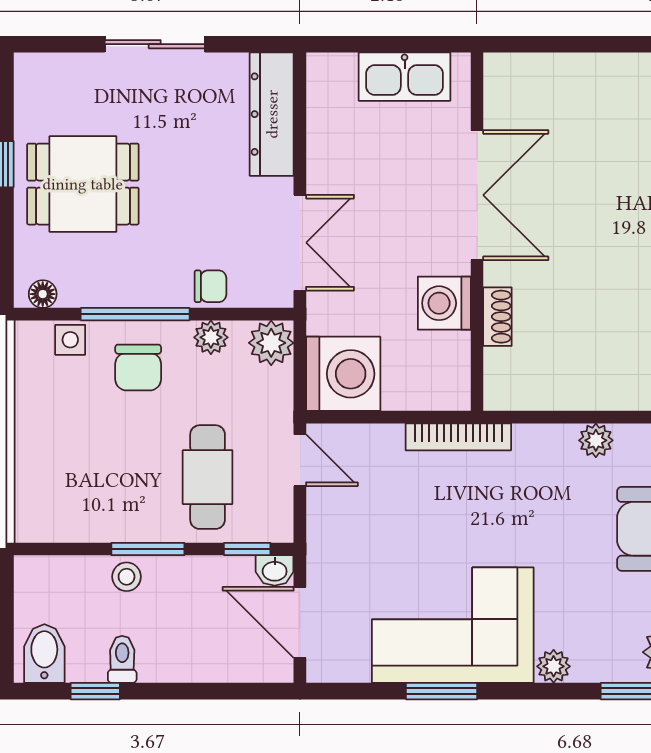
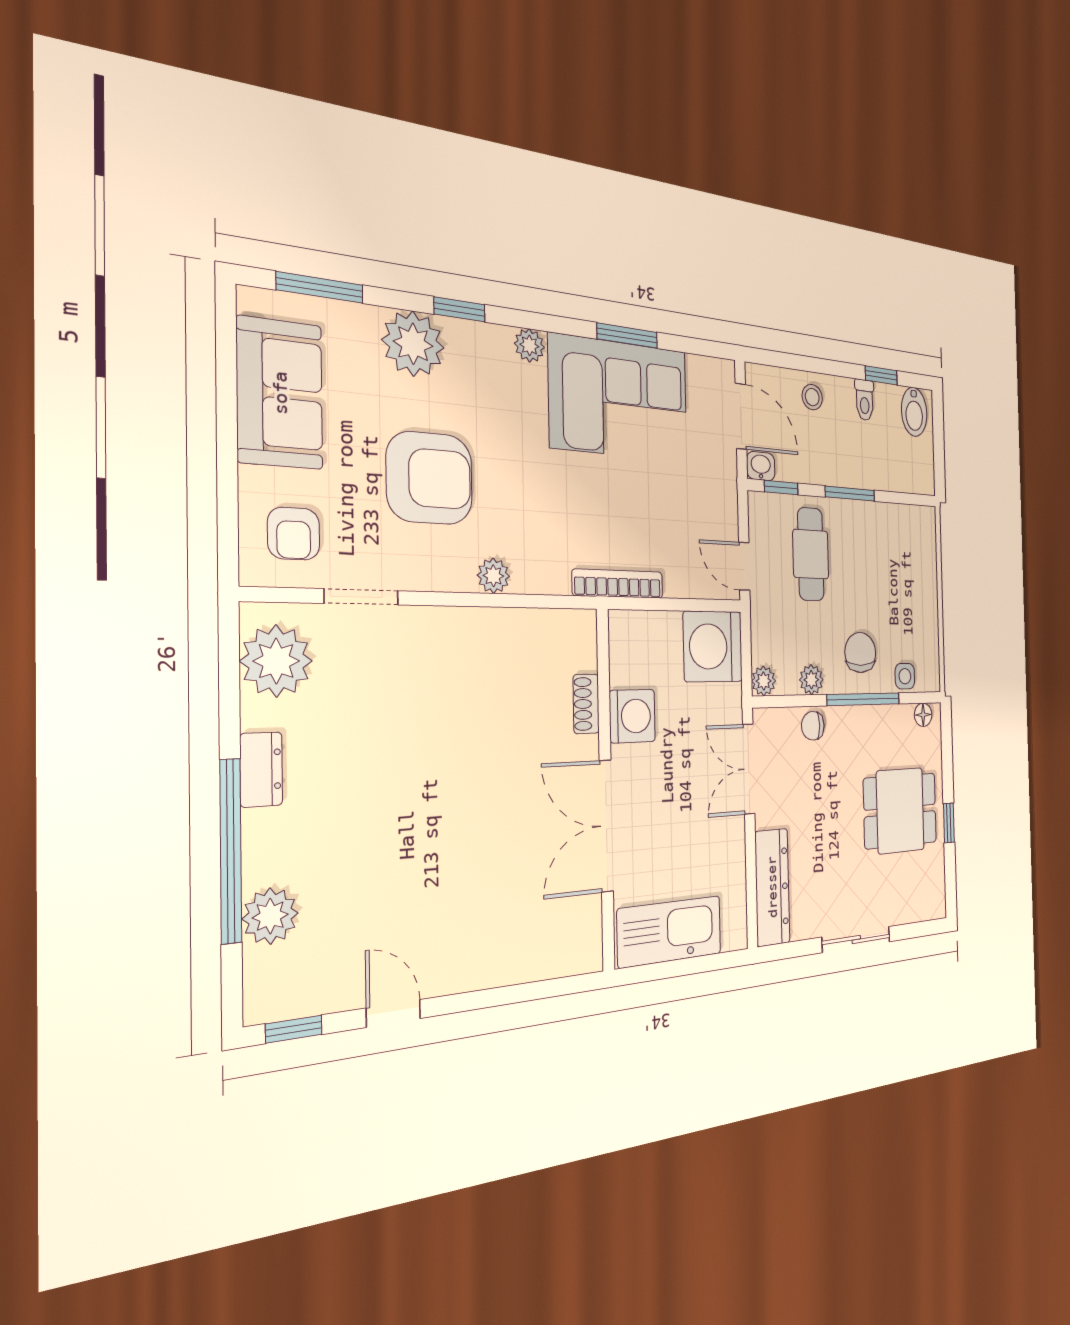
kitchen sink: (405, 77) -> (670, 931), width x1.36, depth x1.24
plant: (271, 343) -> (764, 681), width x0.73, depth x0.73
stool: (127, 577) -> (812, 397), moved

